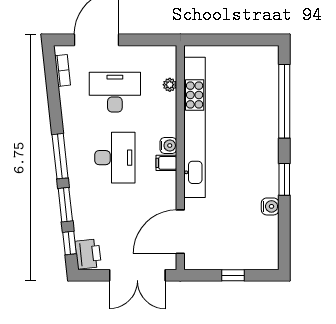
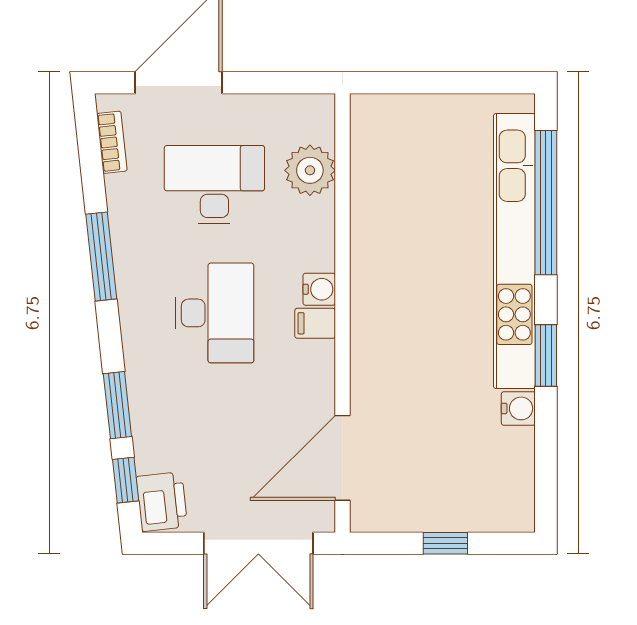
plant: (170, 85) -> (310, 170), width x1.88, depth x1.88
kitchen unit: (195, 127) -> (514, 251), moved, turned 180
window: (60, 156) -> (101, 257), moved

